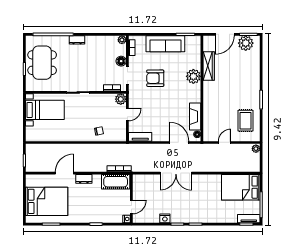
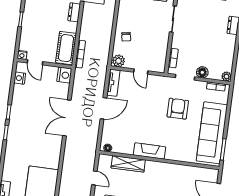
sofa: (165, 44) -> (212, 133), width x1.36, depth x1.27
wardrobe: (209, 66) -> (128, 164), moved
plant: (193, 76) -> (174, 152), removed
plant: (121, 99) -> (119, 61), moved
fireplace: (195, 116) -> (149, 151), moved
door: (179, 142) -> (103, 108), moved
nightstand: (139, 180) -> (64, 75), added
nightstand: (165, 218) -> (20, 78), moved

